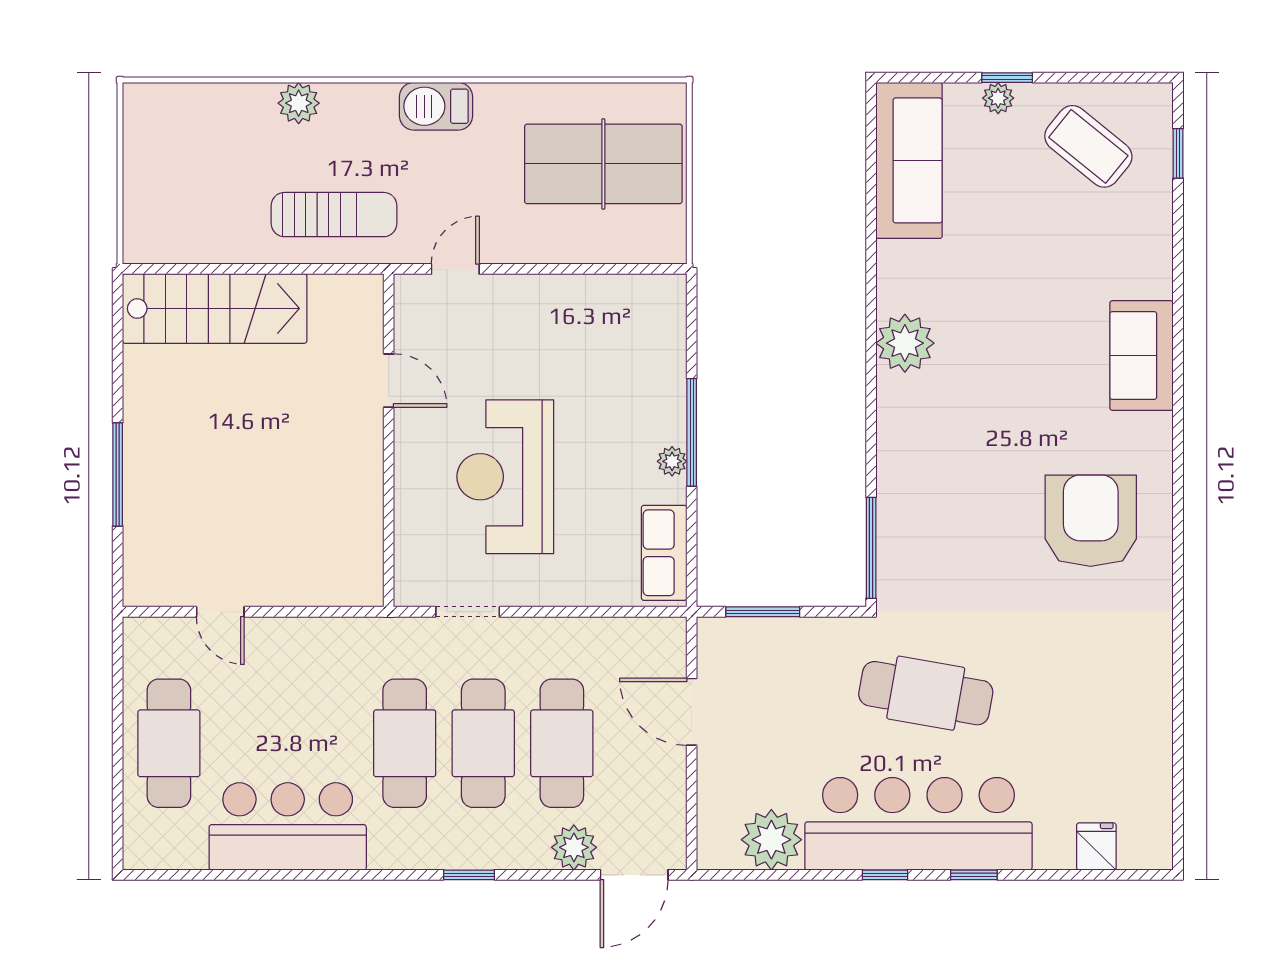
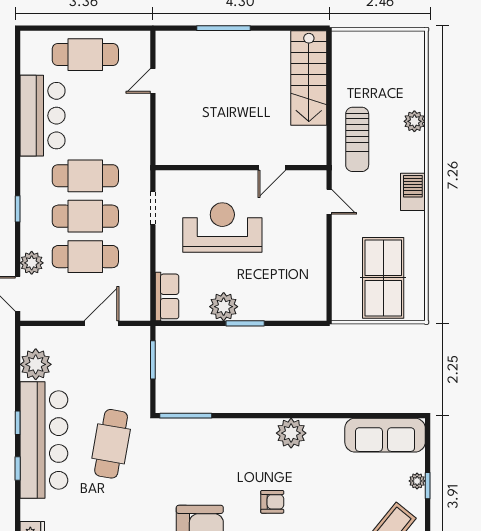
armchair: (1039, 380) -> (272, 502), added
window: (692, 432) -> (245, 323), width x0.69
plant: (672, 461) -> (224, 307), width x1.88, depth x1.88
row of seats: (664, 553) -> (167, 296), moved, turned 90

